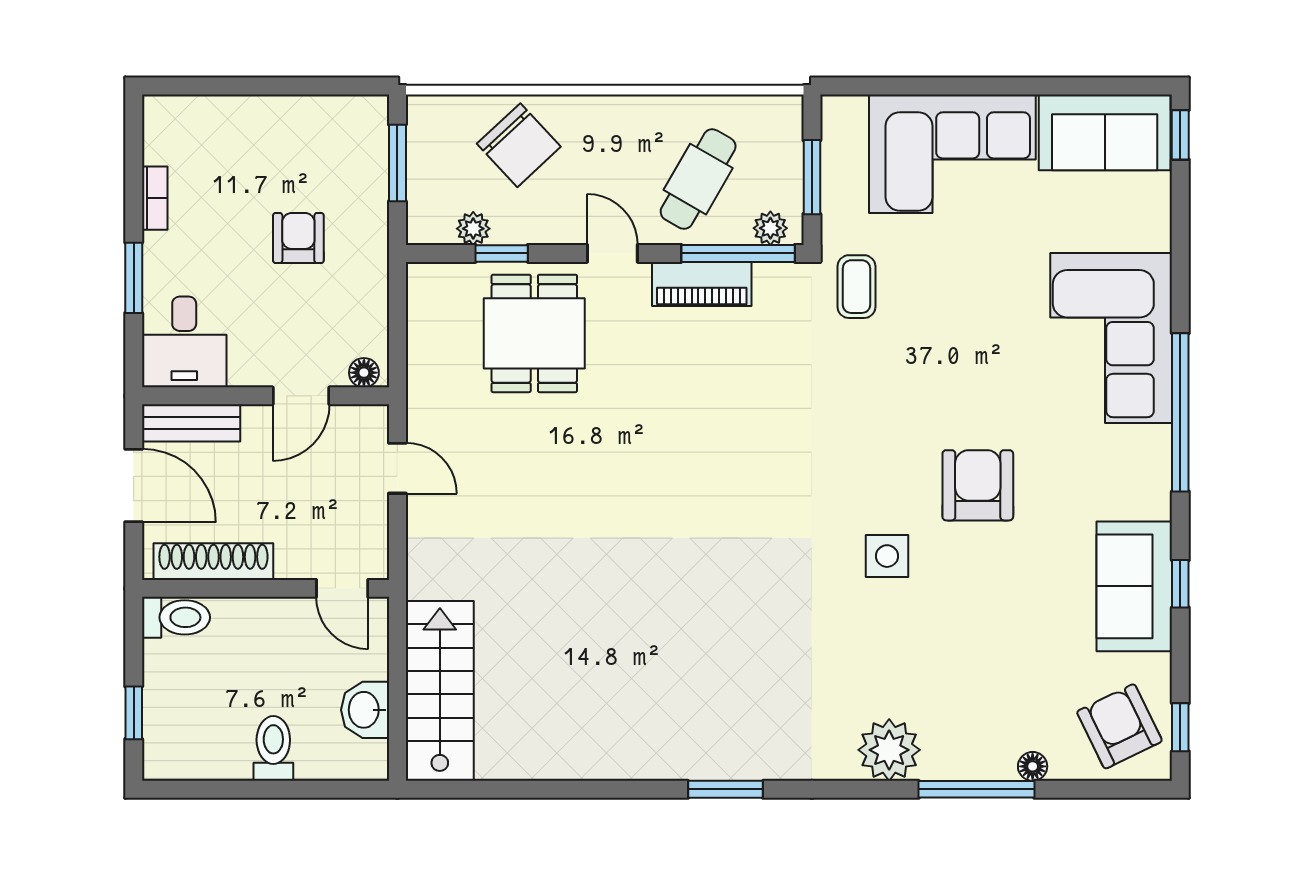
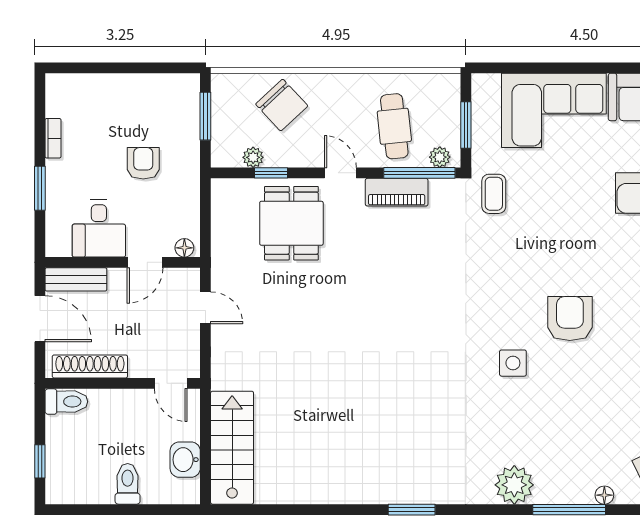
cafe table: (698, 179) -> (394, 126), turned -36
desk: (184, 342) -> (99, 229), moved

